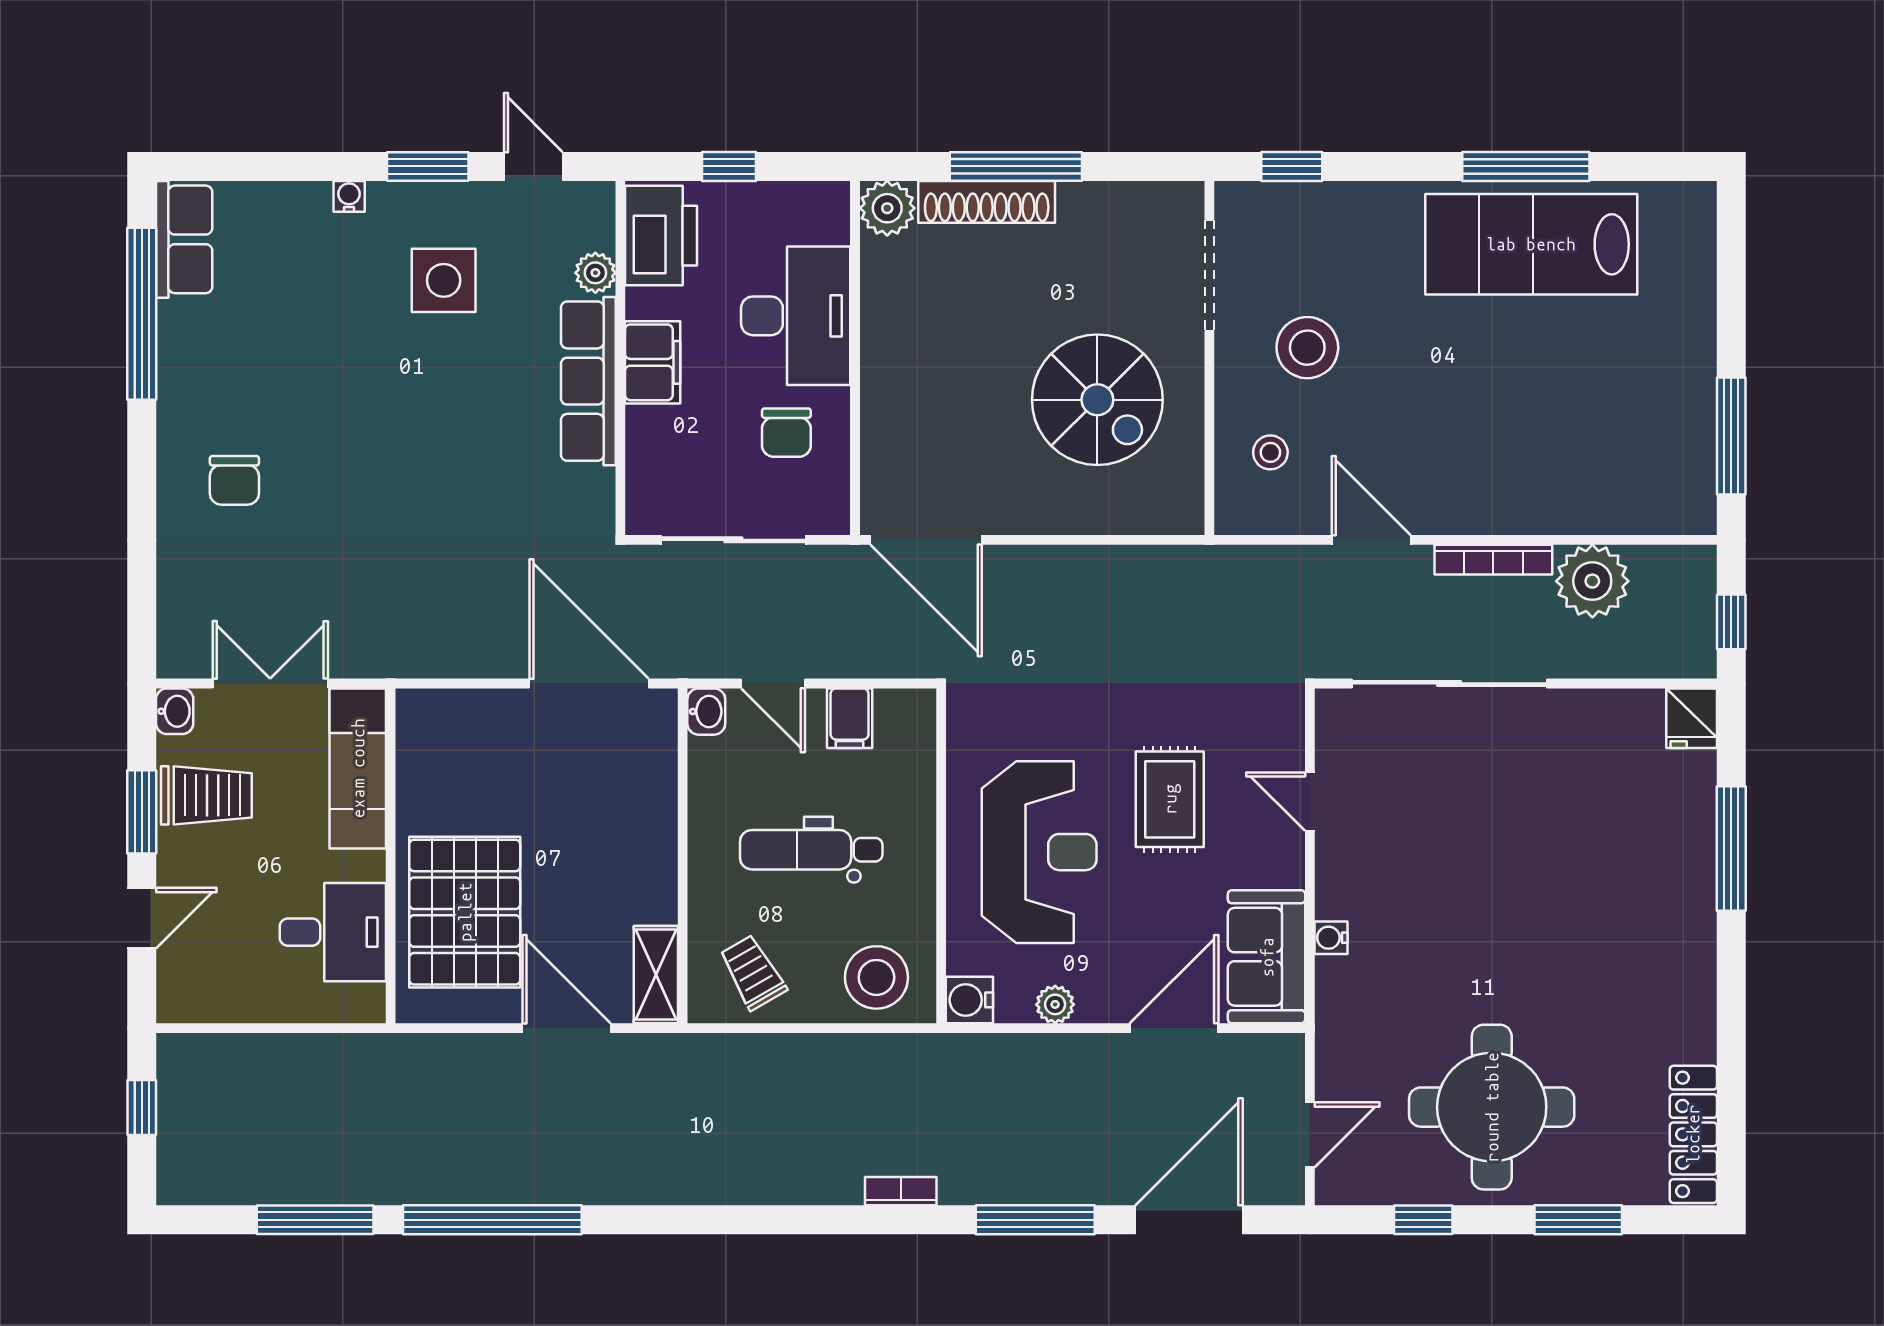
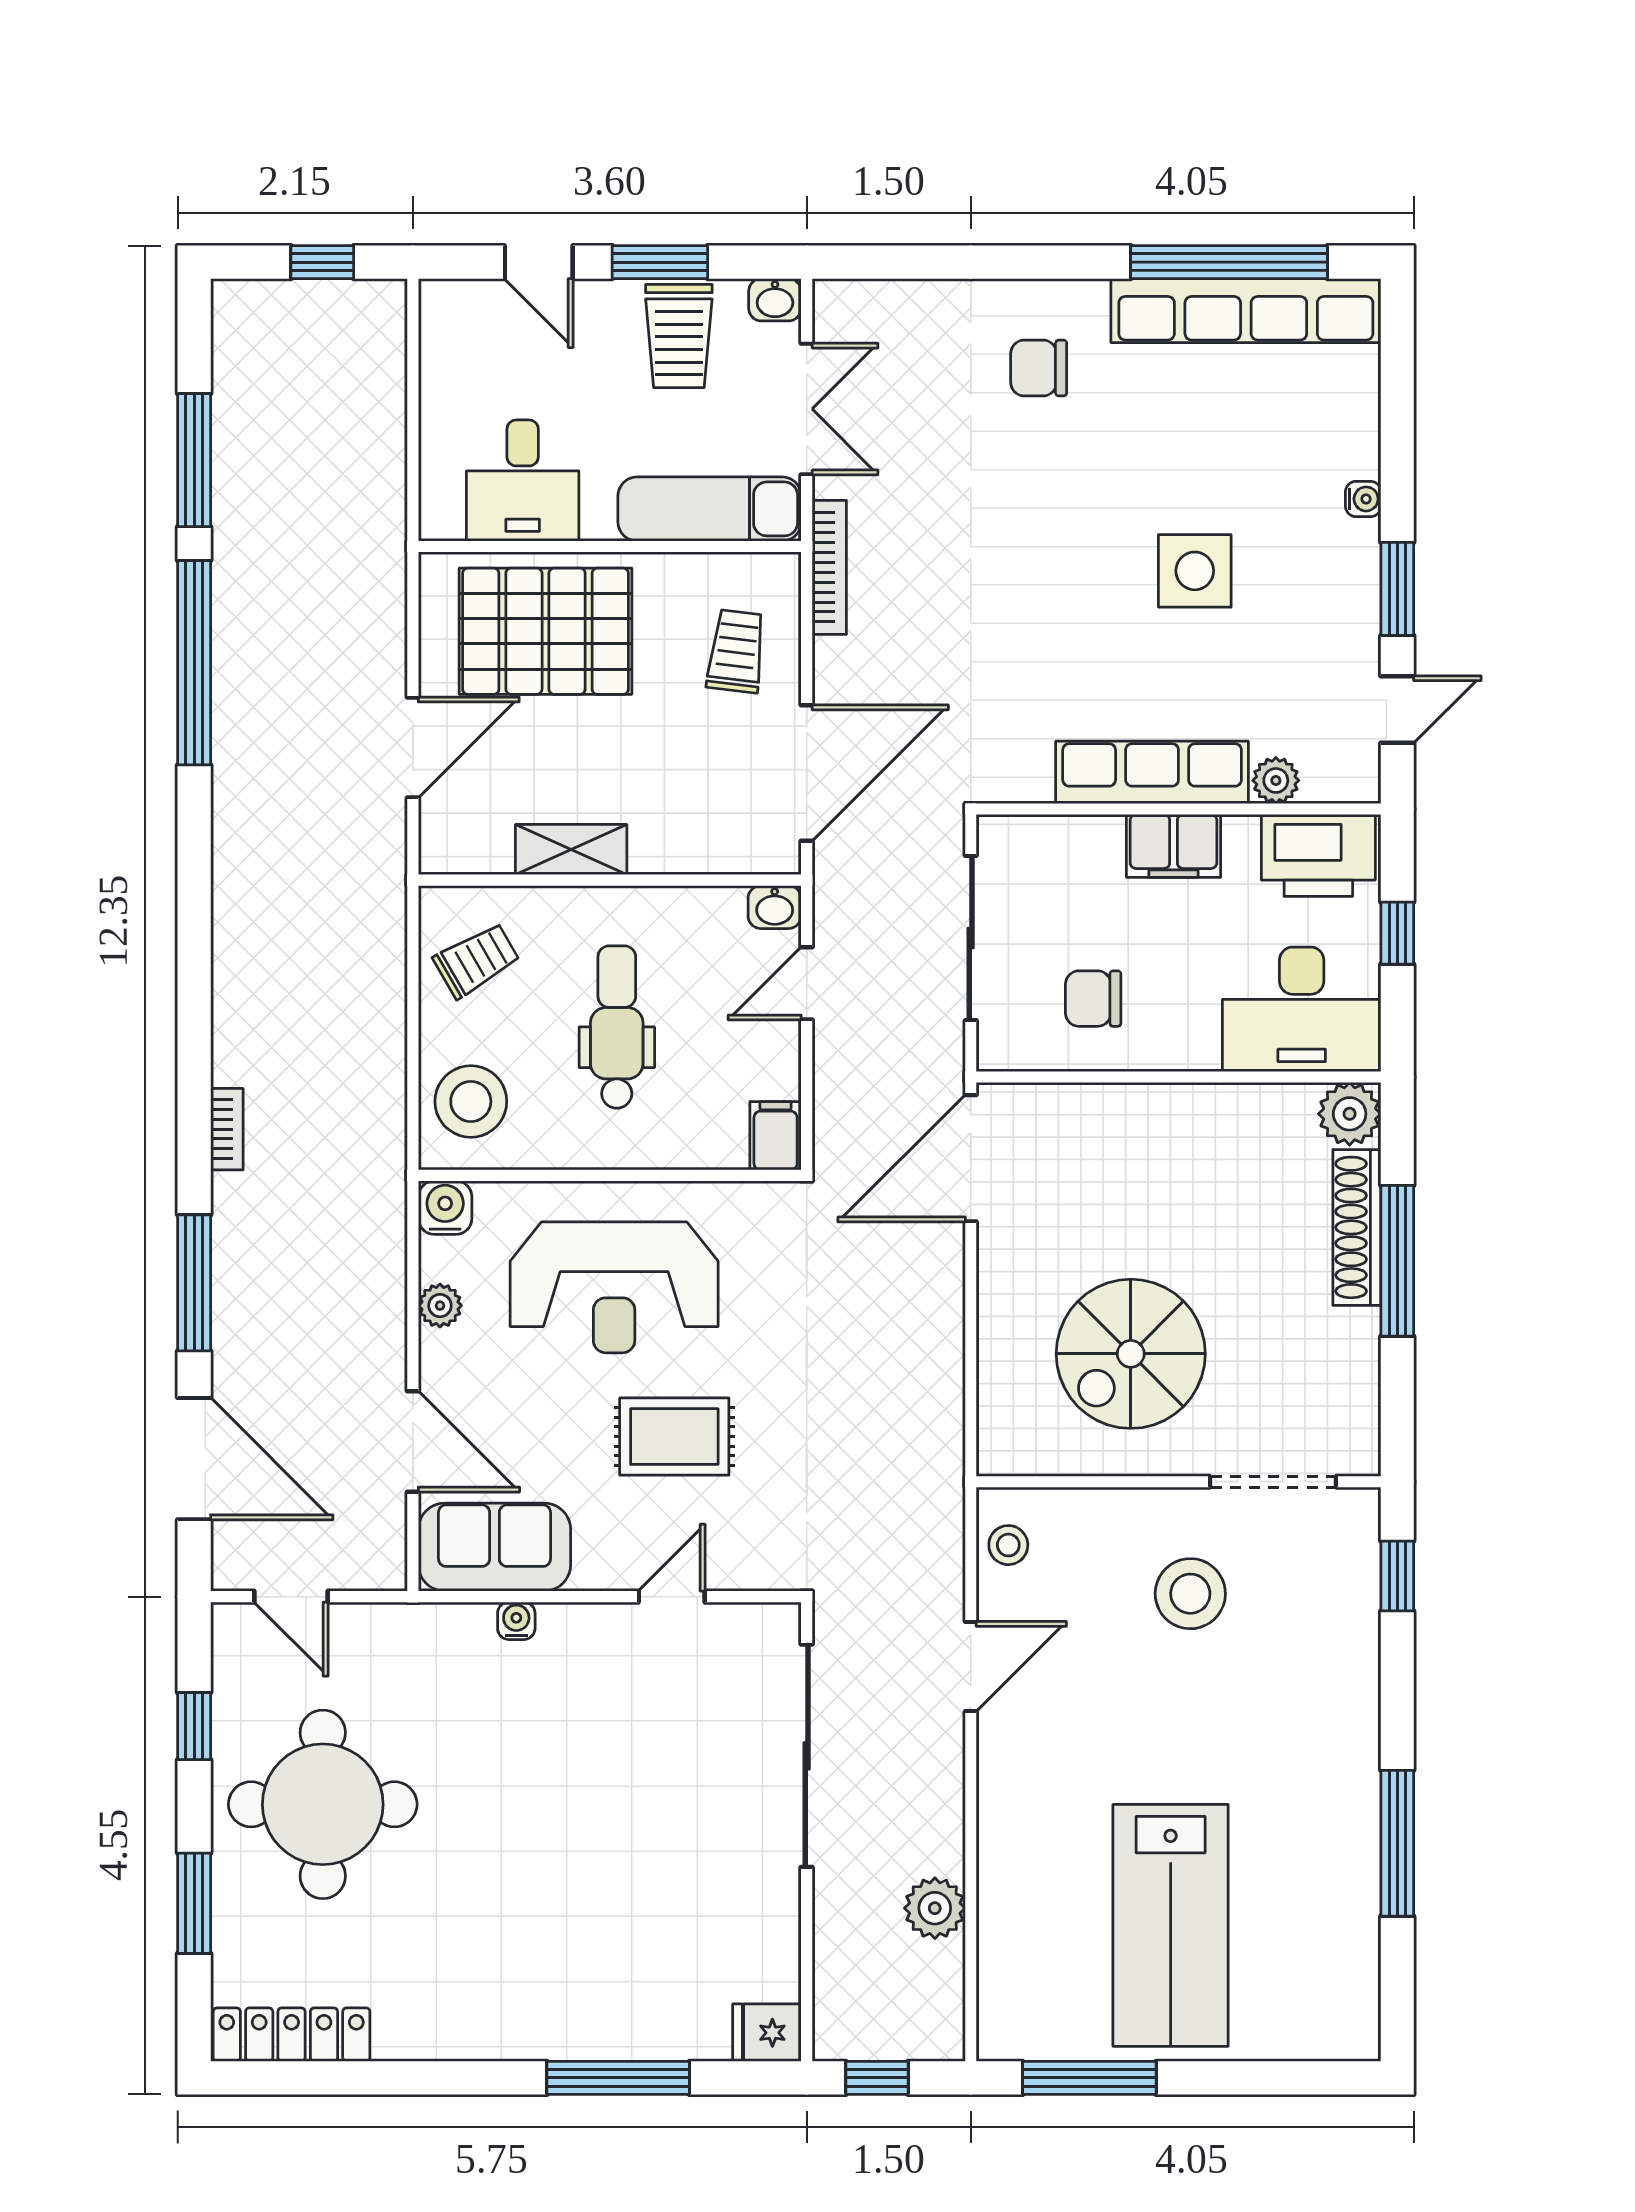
row of seats: (184, 239) -> (1246, 311), width x2.02
lab bench: (1531, 244) -> (1171, 1925), moved, turned 180
side table: (444, 280) -> (1195, 571), moved
desk: (796, 316) -> (1302, 1009), moved
stool: (1270, 452) -> (1008, 1545), moved
bookcase: (1493, 560) -> (829, 567), moved, turned 180
plant: (1592, 581) -> (935, 1908), width x0.73, depth x0.73
filing cabinet: (850, 718) -> (776, 1136), moved, turned 90
trolley: (482, 745) -> (736, 651), added
shelving: (656, 975) -> (571, 850), moved

